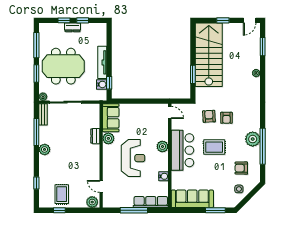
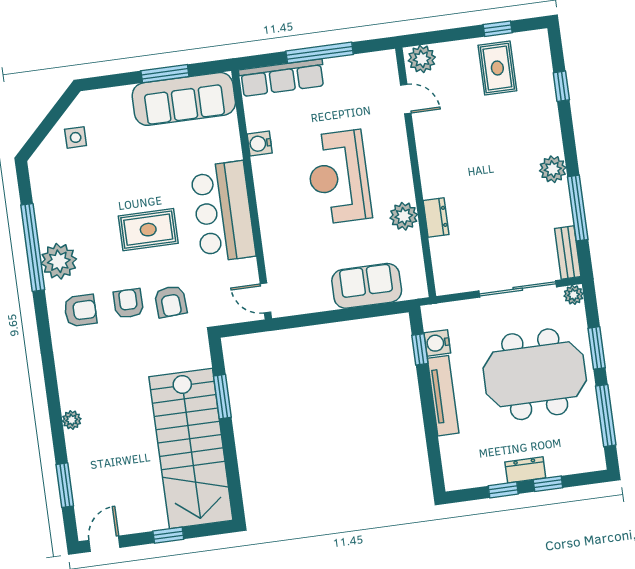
sofa: (111, 118) -> (367, 286), moved, turned 90
plant: (162, 146) -> (272, 214), removed
armchair: (241, 168) -> (80, 311), moved
window: (215, 210) -> (165, 74), moved

